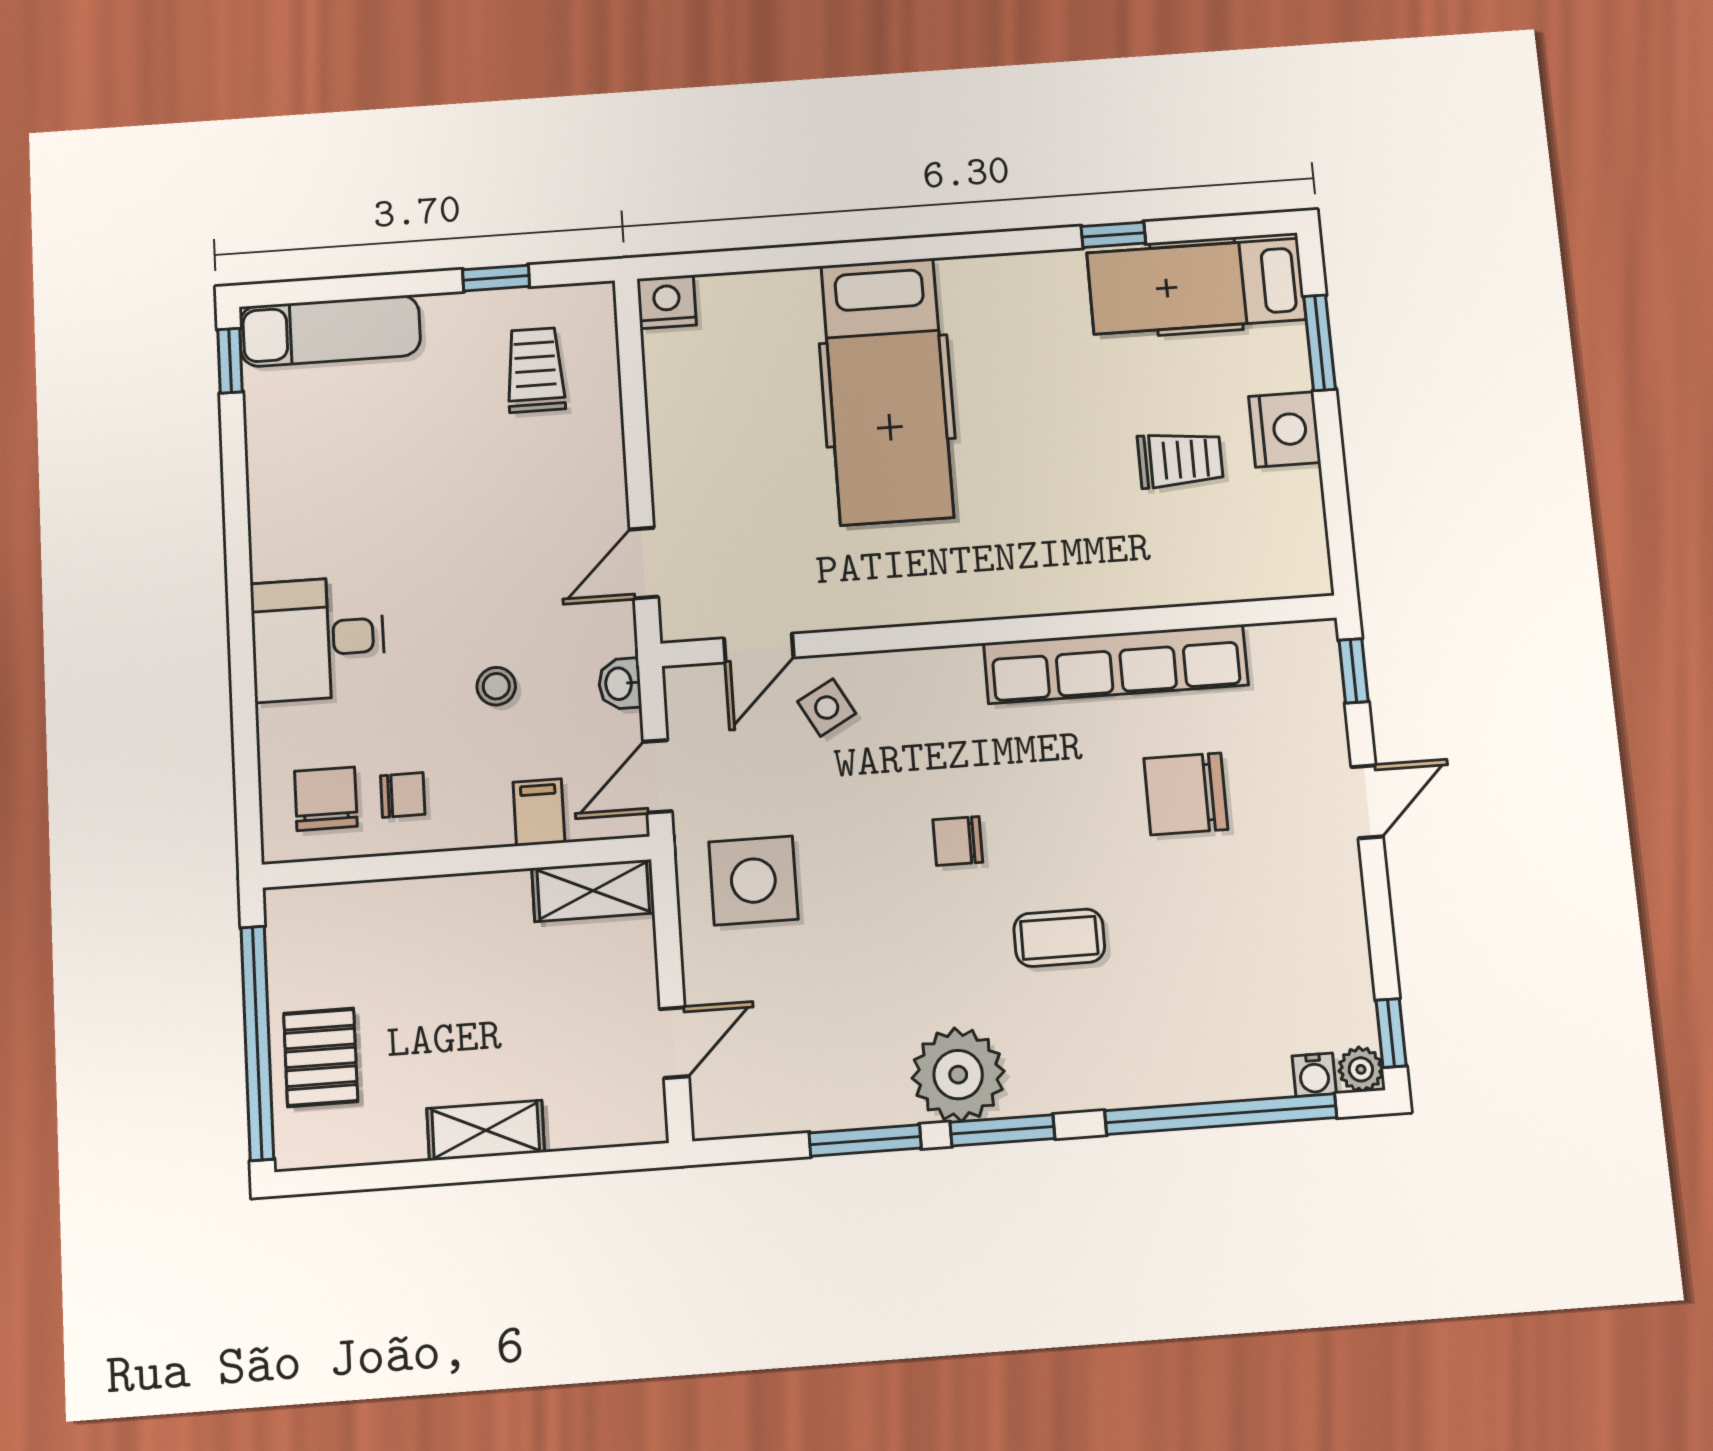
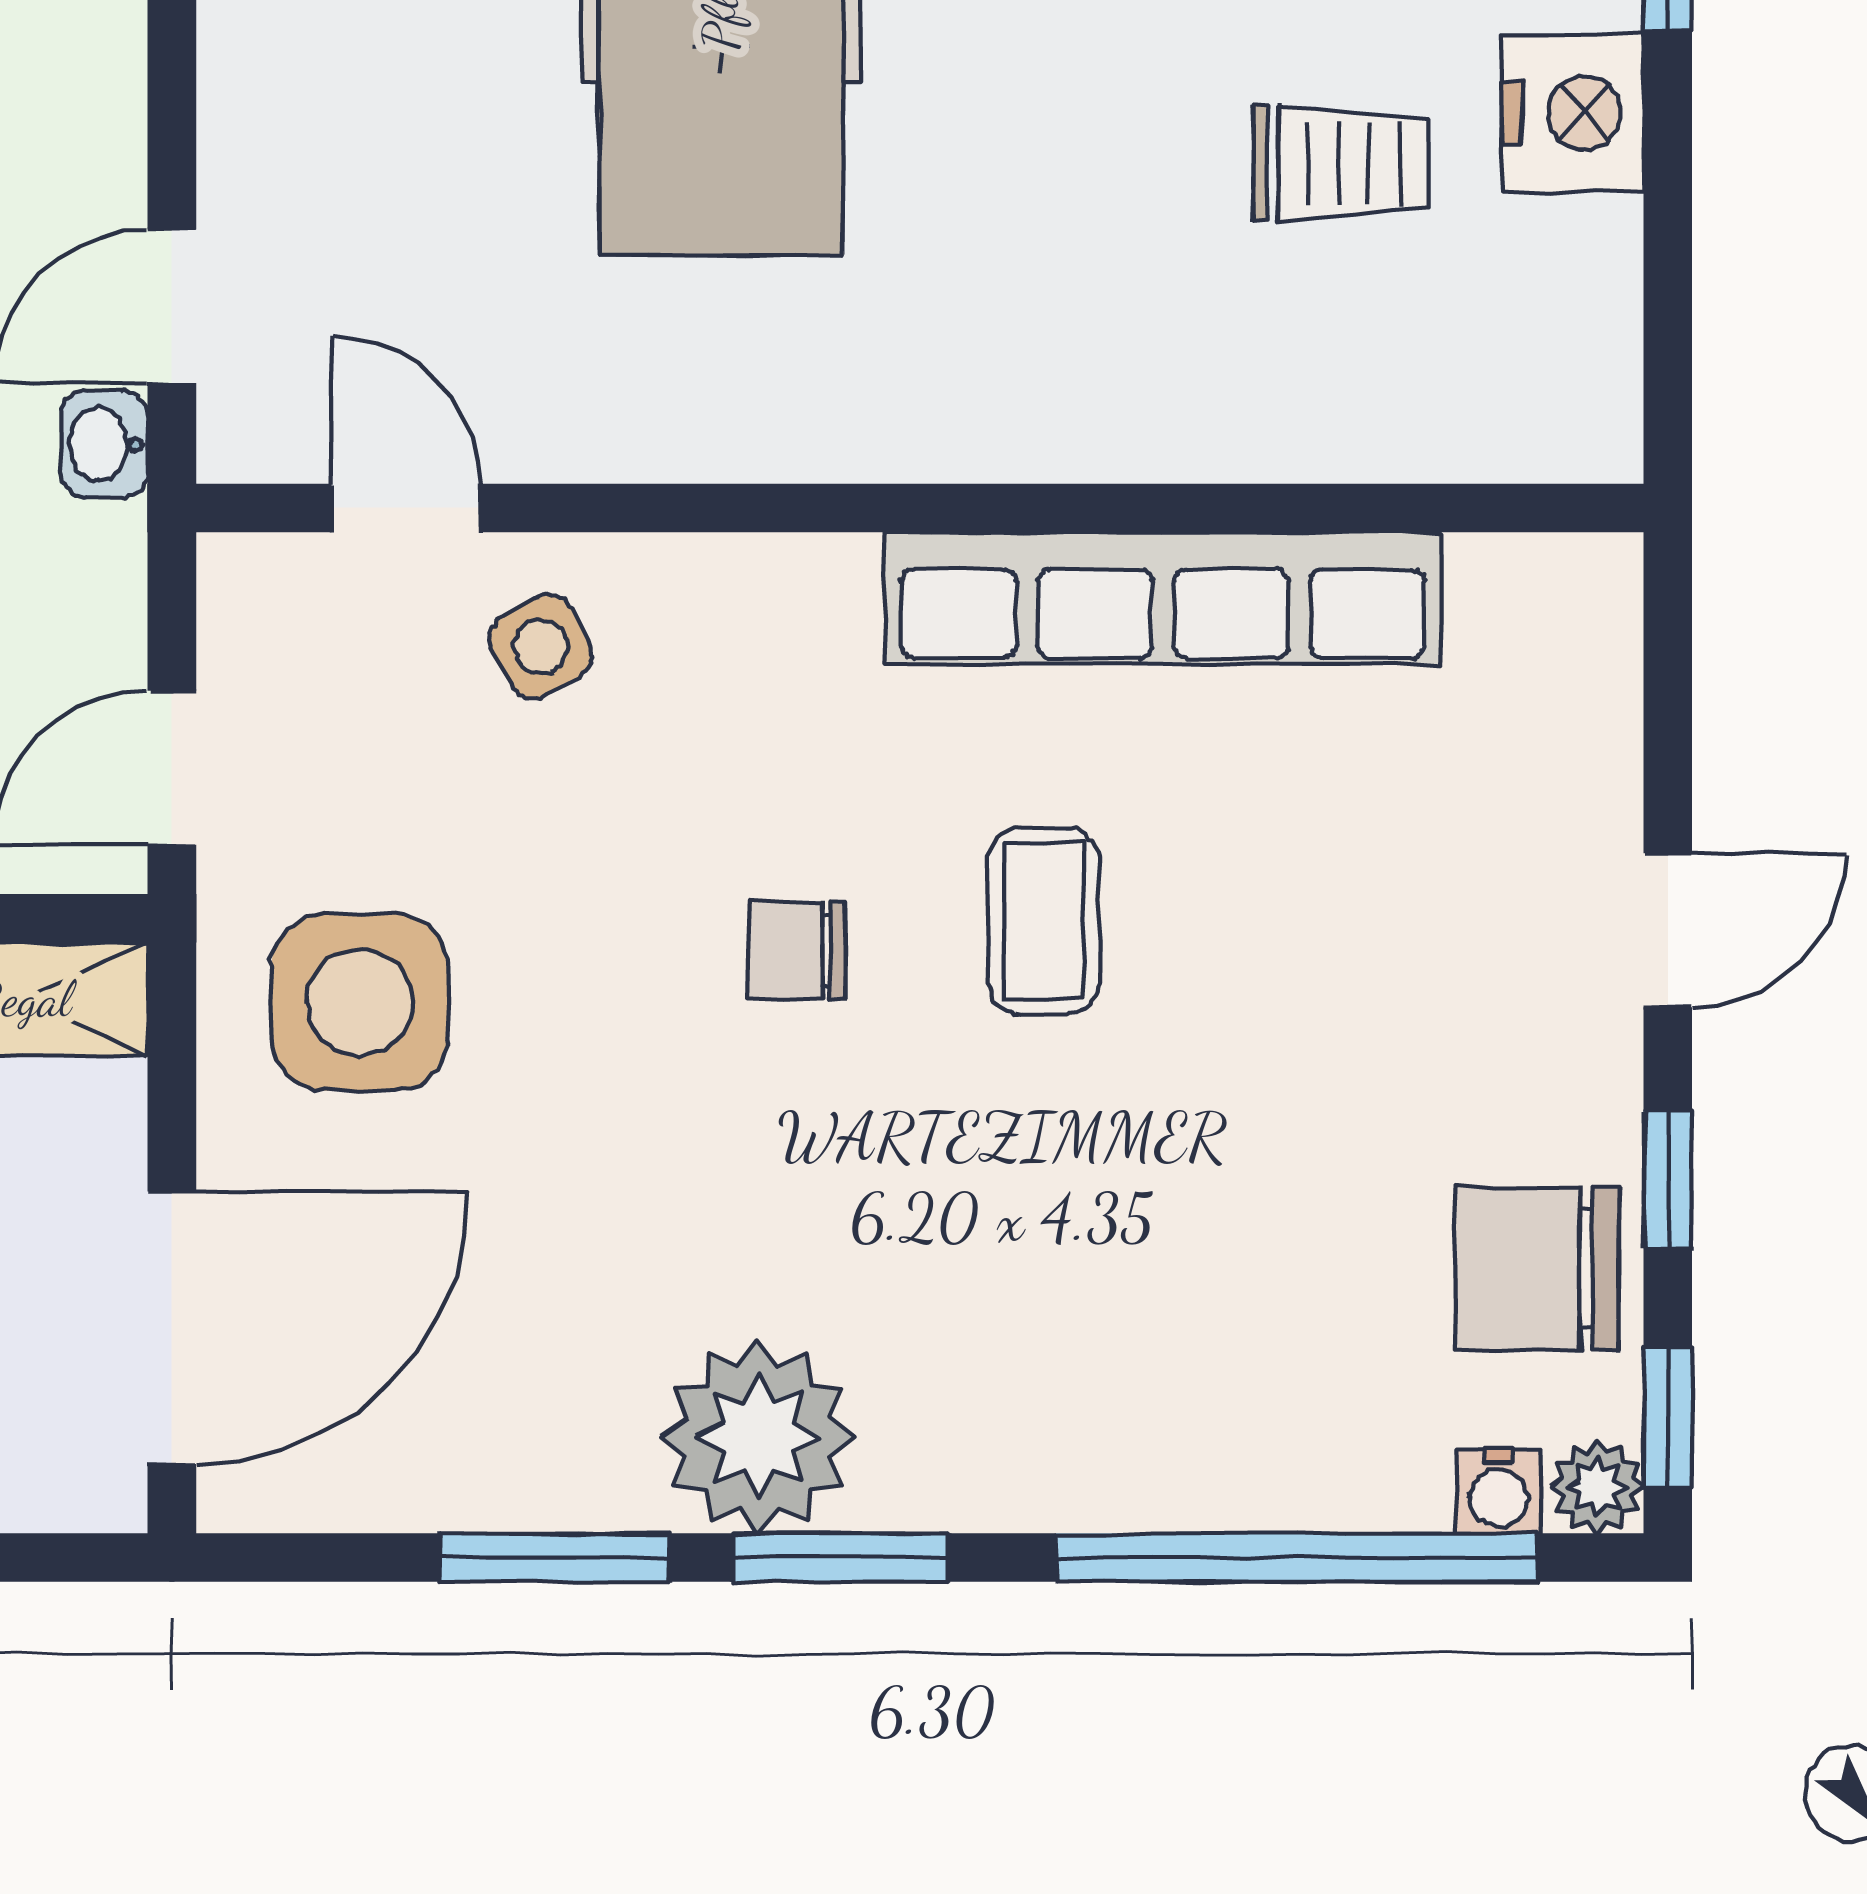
door: (759, 648) -> (405, 508), swing flipped
window: (1354, 671) -> (1668, 1180), moved
washbasin: (620, 684) -> (104, 444), moved
chair: (1186, 794) -> (1537, 1268), moved
coffee table: (1059, 938) -> (1043, 921), moved, turned 90
door: (674, 1043) -> (172, 1328), width x1.88

